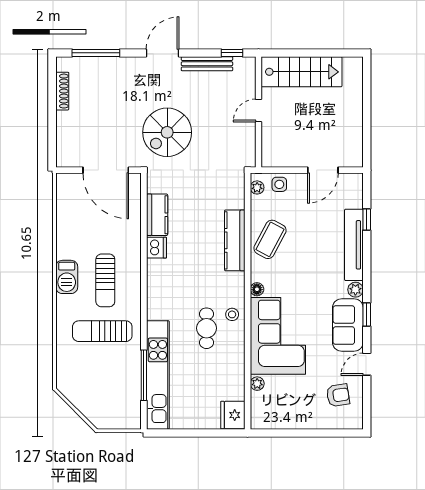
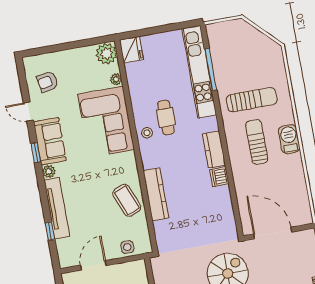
plant: (257, 187) -> (106, 54), moved, width x1.87, depth x1.87
kitchen counter: (157, 215) -> (214, 150), moved
coffee table: (270, 239) -> (127, 200), turned -50
floor lamp: (257, 289) -> (130, 157), removed
door: (367, 364) -> (28, 112), swing flipped

